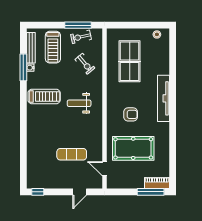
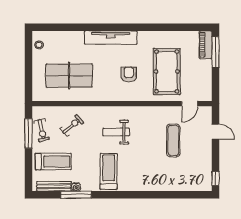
weight bench: (79, 103) -> (116, 132), turned 90

